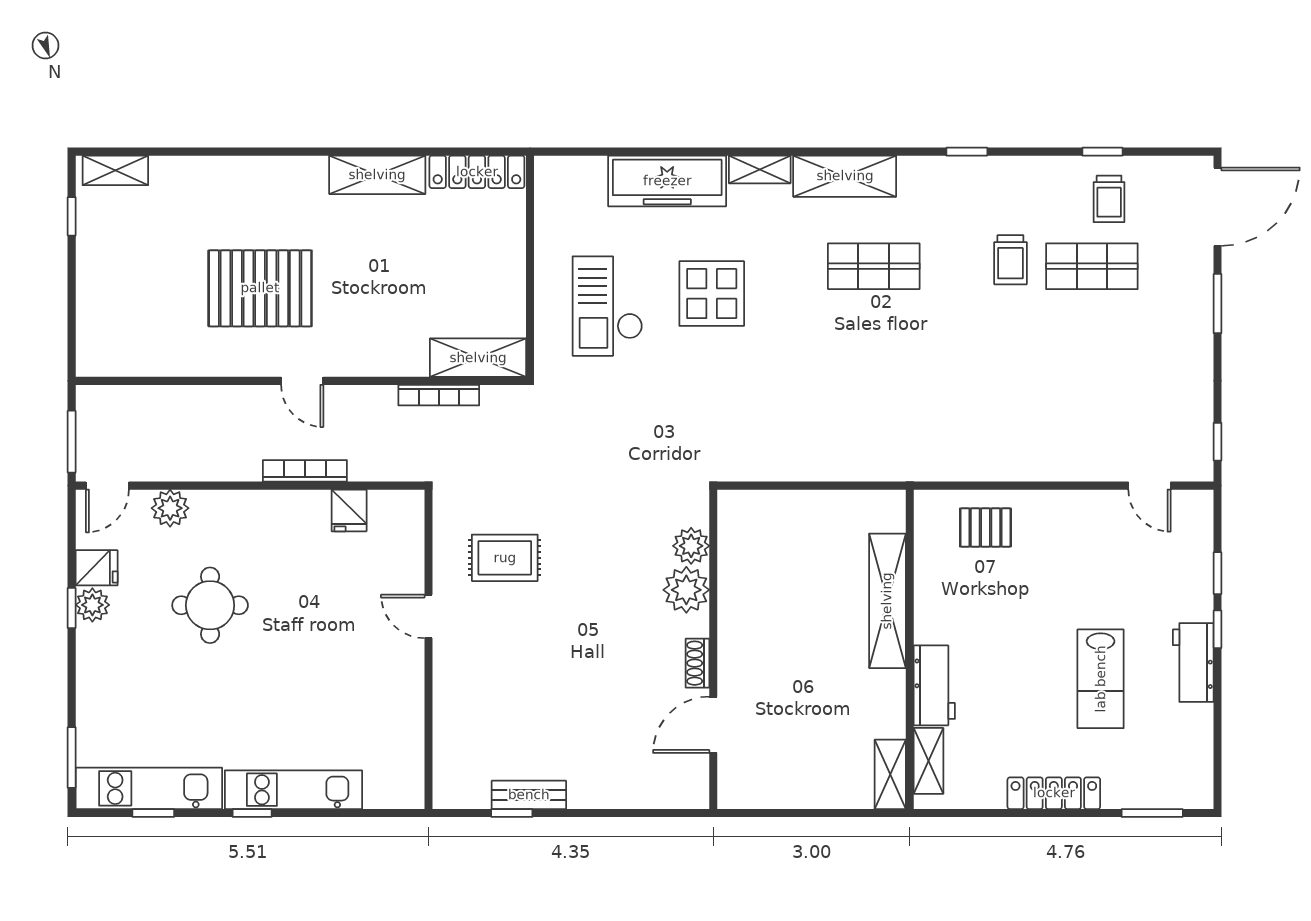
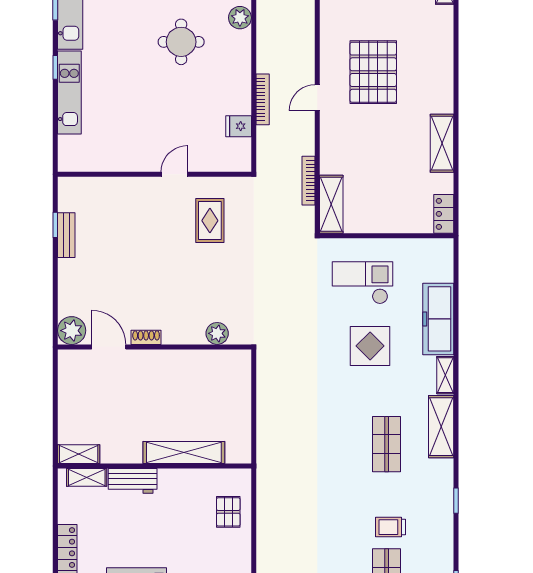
locker: (477, 172) -> (444, 214), width x0.66
plant: (686, 590) -> (72, 331), moved

